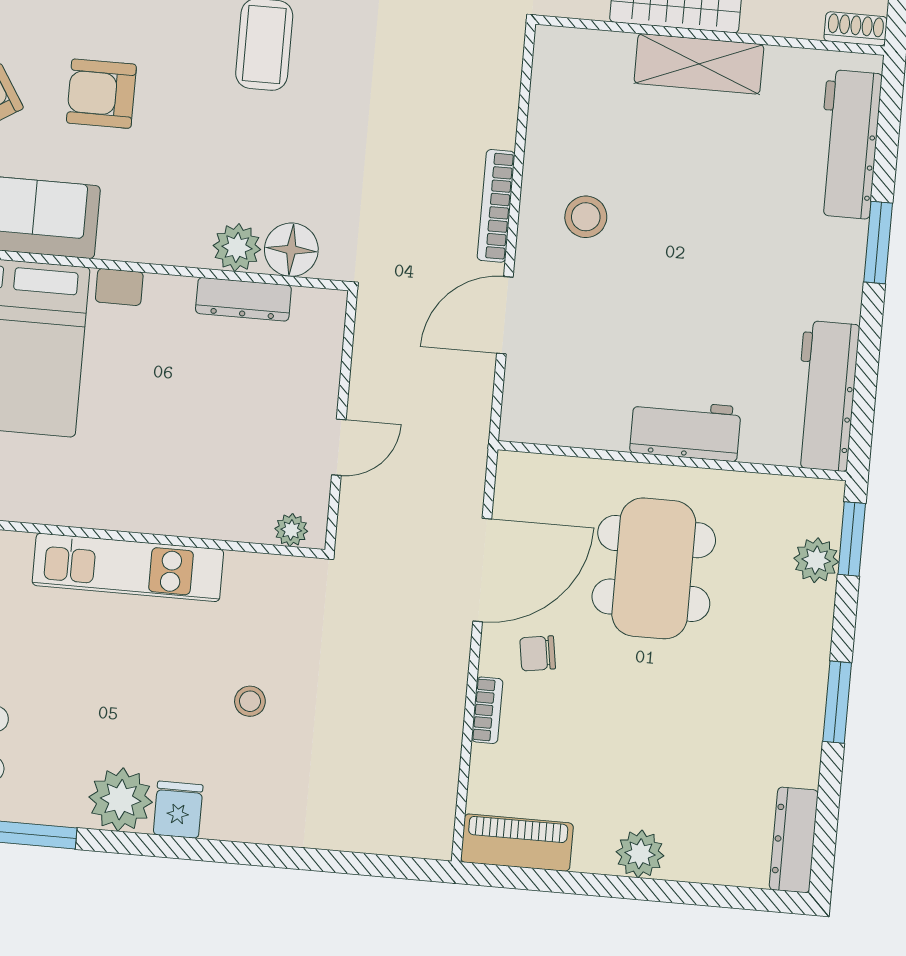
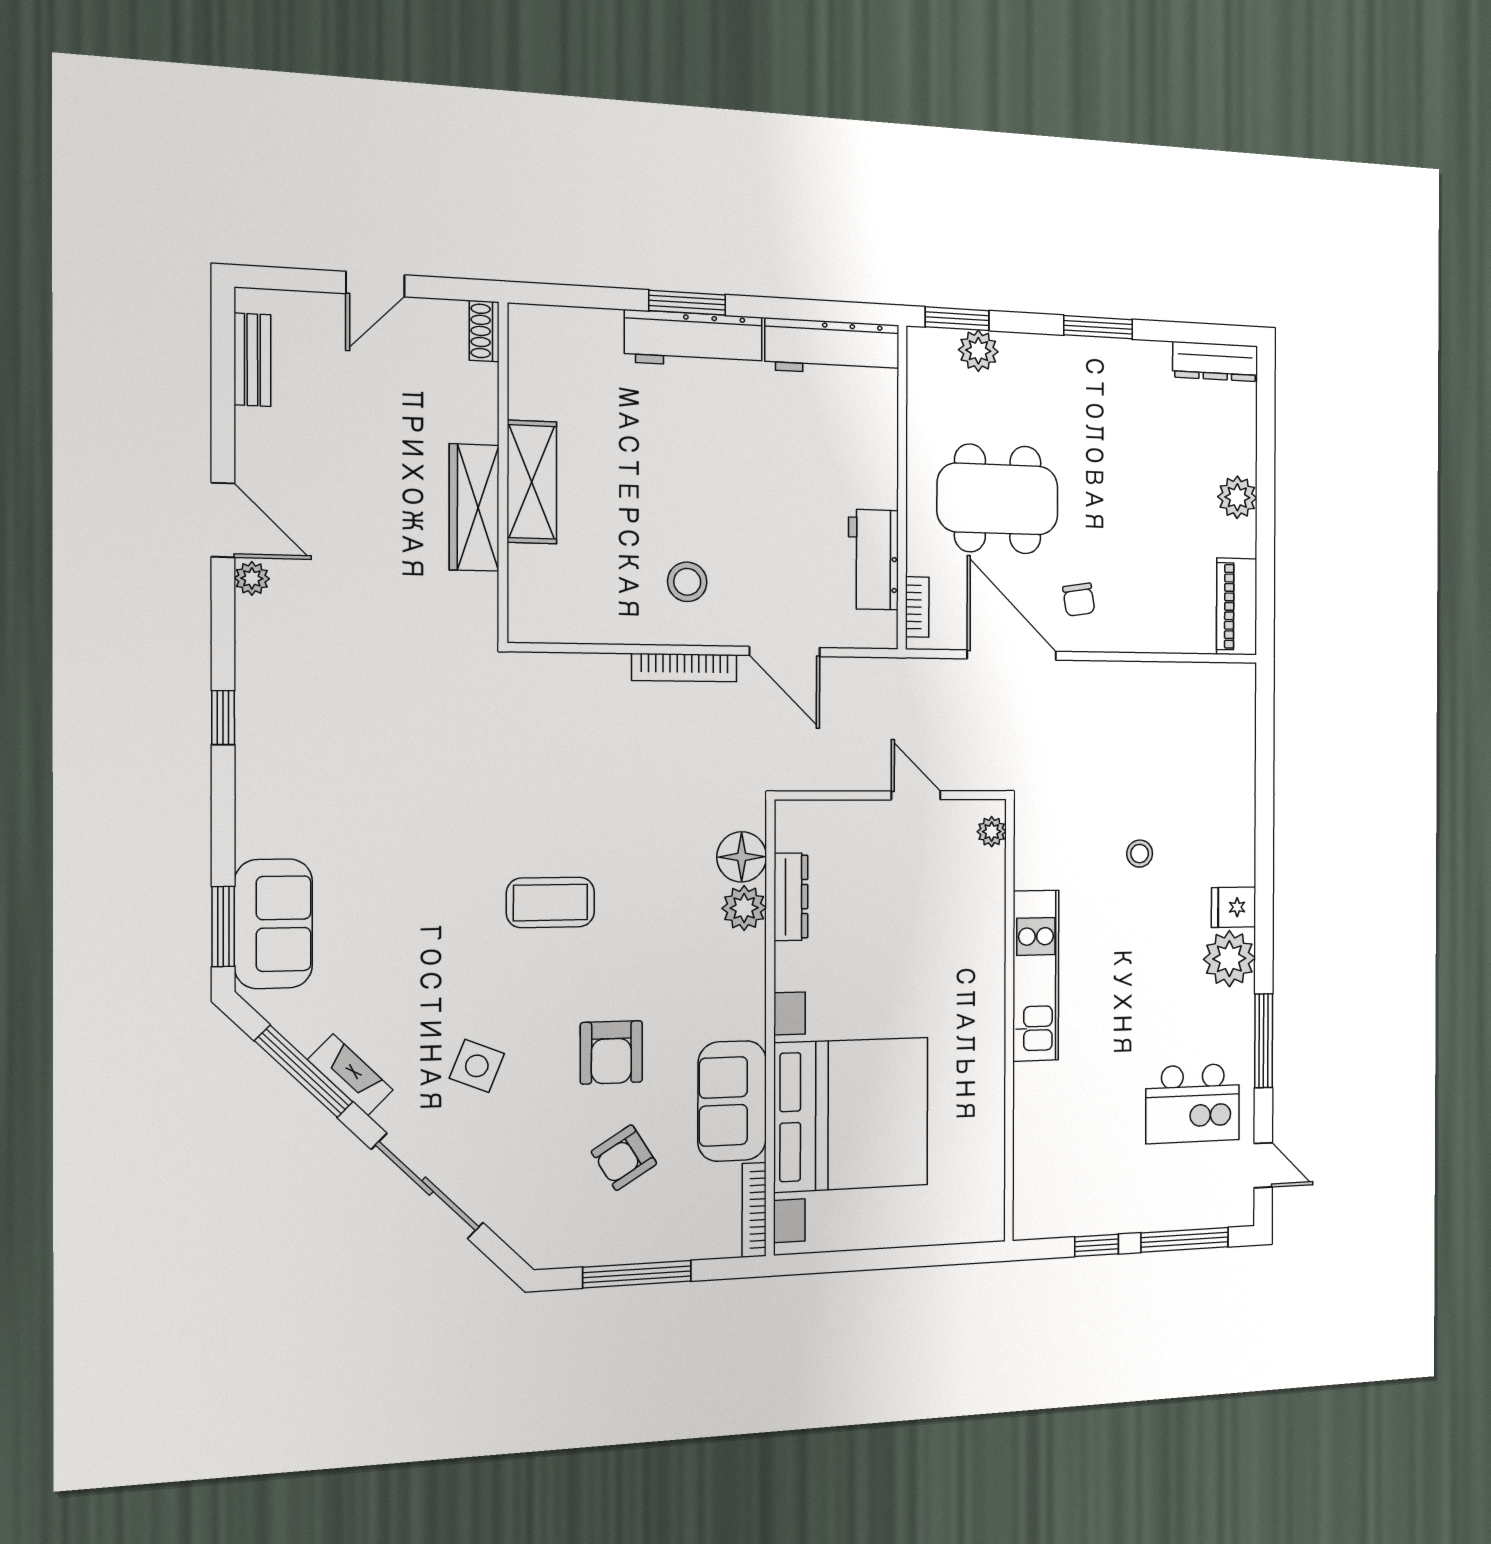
workbench: (849, 144) -> (694, 339), moved
workbench: (685, 430) -> (873, 560), moved
bookcase: (487, 710) -> (917, 607), moved, turned 90

